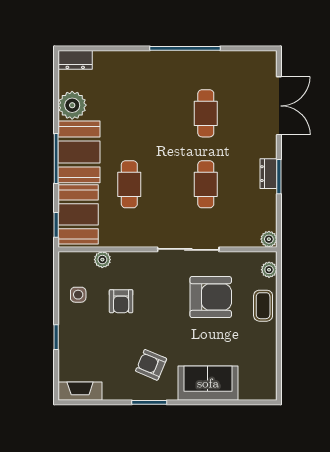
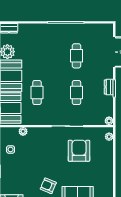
armchair: (211, 297) -> (79, 151), turned -90
armchair: (121, 301) -> (33, 153), removed
coffee table: (263, 306) -> (106, 155), removed

